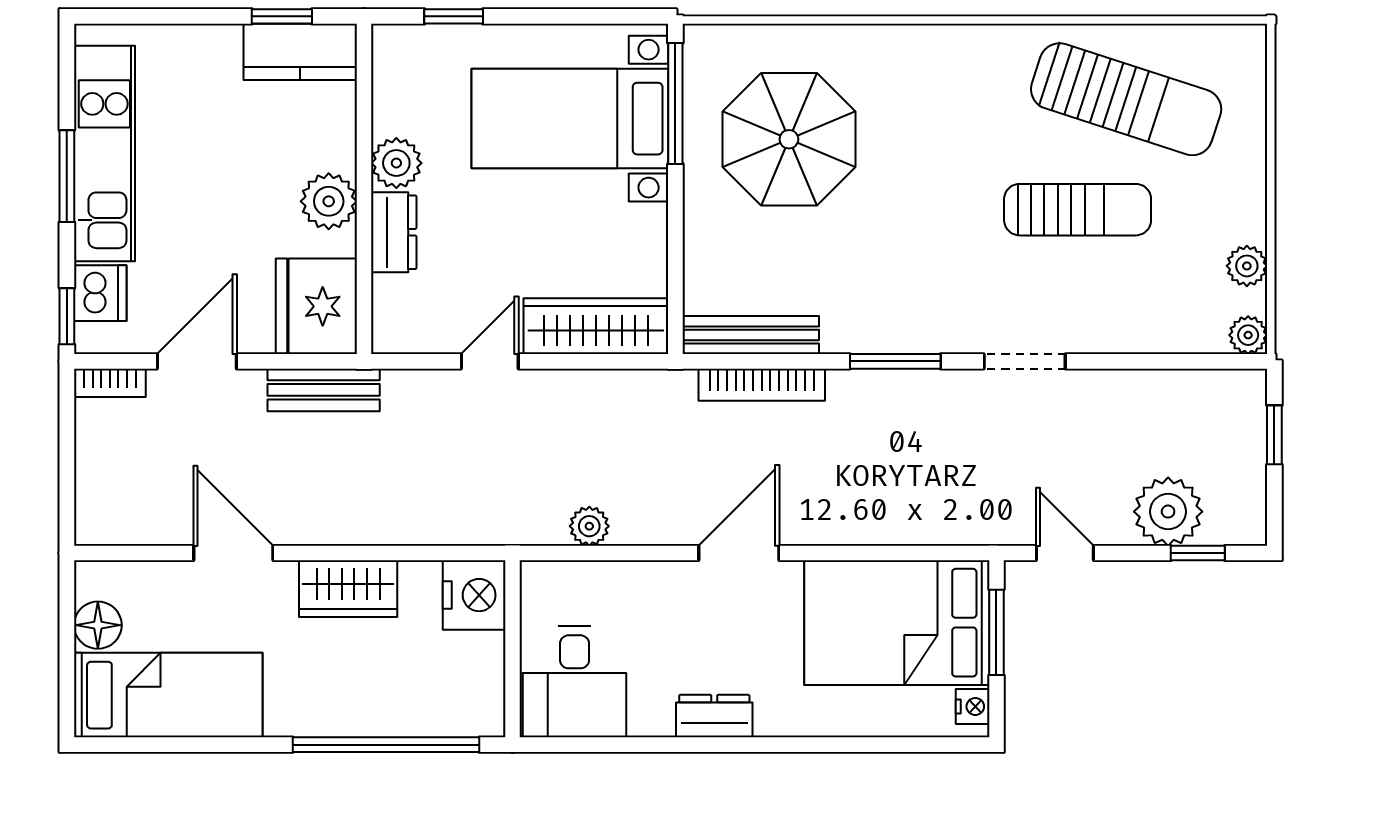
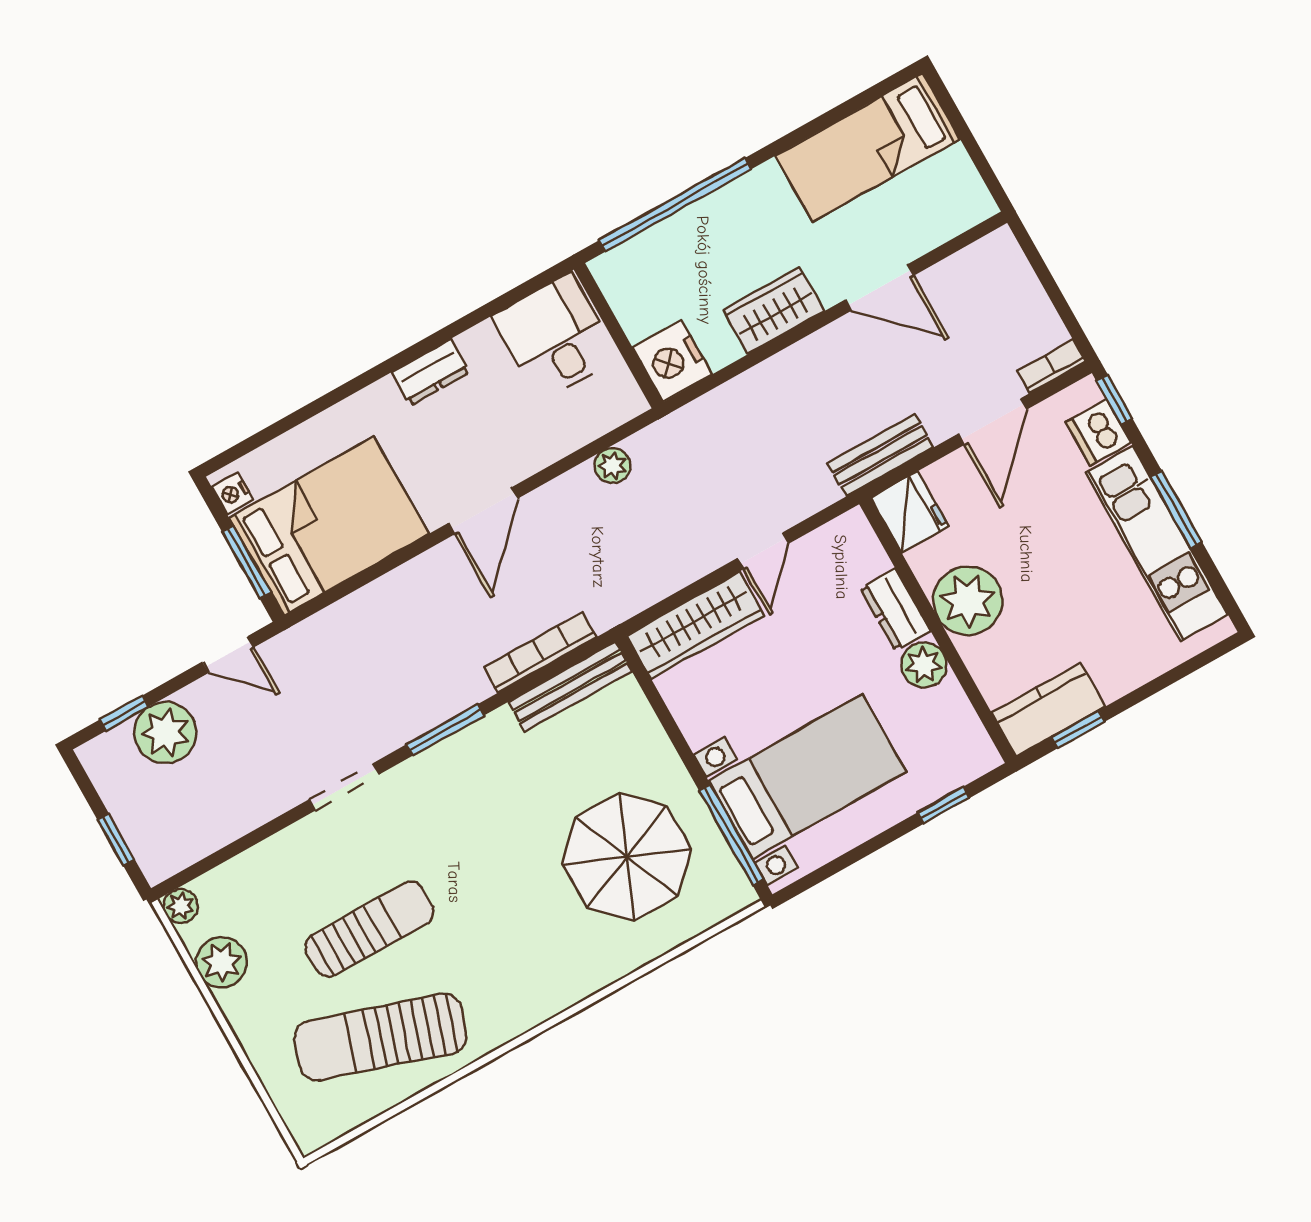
plant: (329, 201) -> (968, 601), width x1.36, depth x1.36
sun lounger: (1078, 210) -> (370, 929), turned 180
plant: (1247, 266) -> (221, 962), width x1.38, depth x1.38
fridge: (316, 306) -> (910, 512), width x0.73, depth x0.75
floor lamp: (98, 625) -> (954, 171), removed

